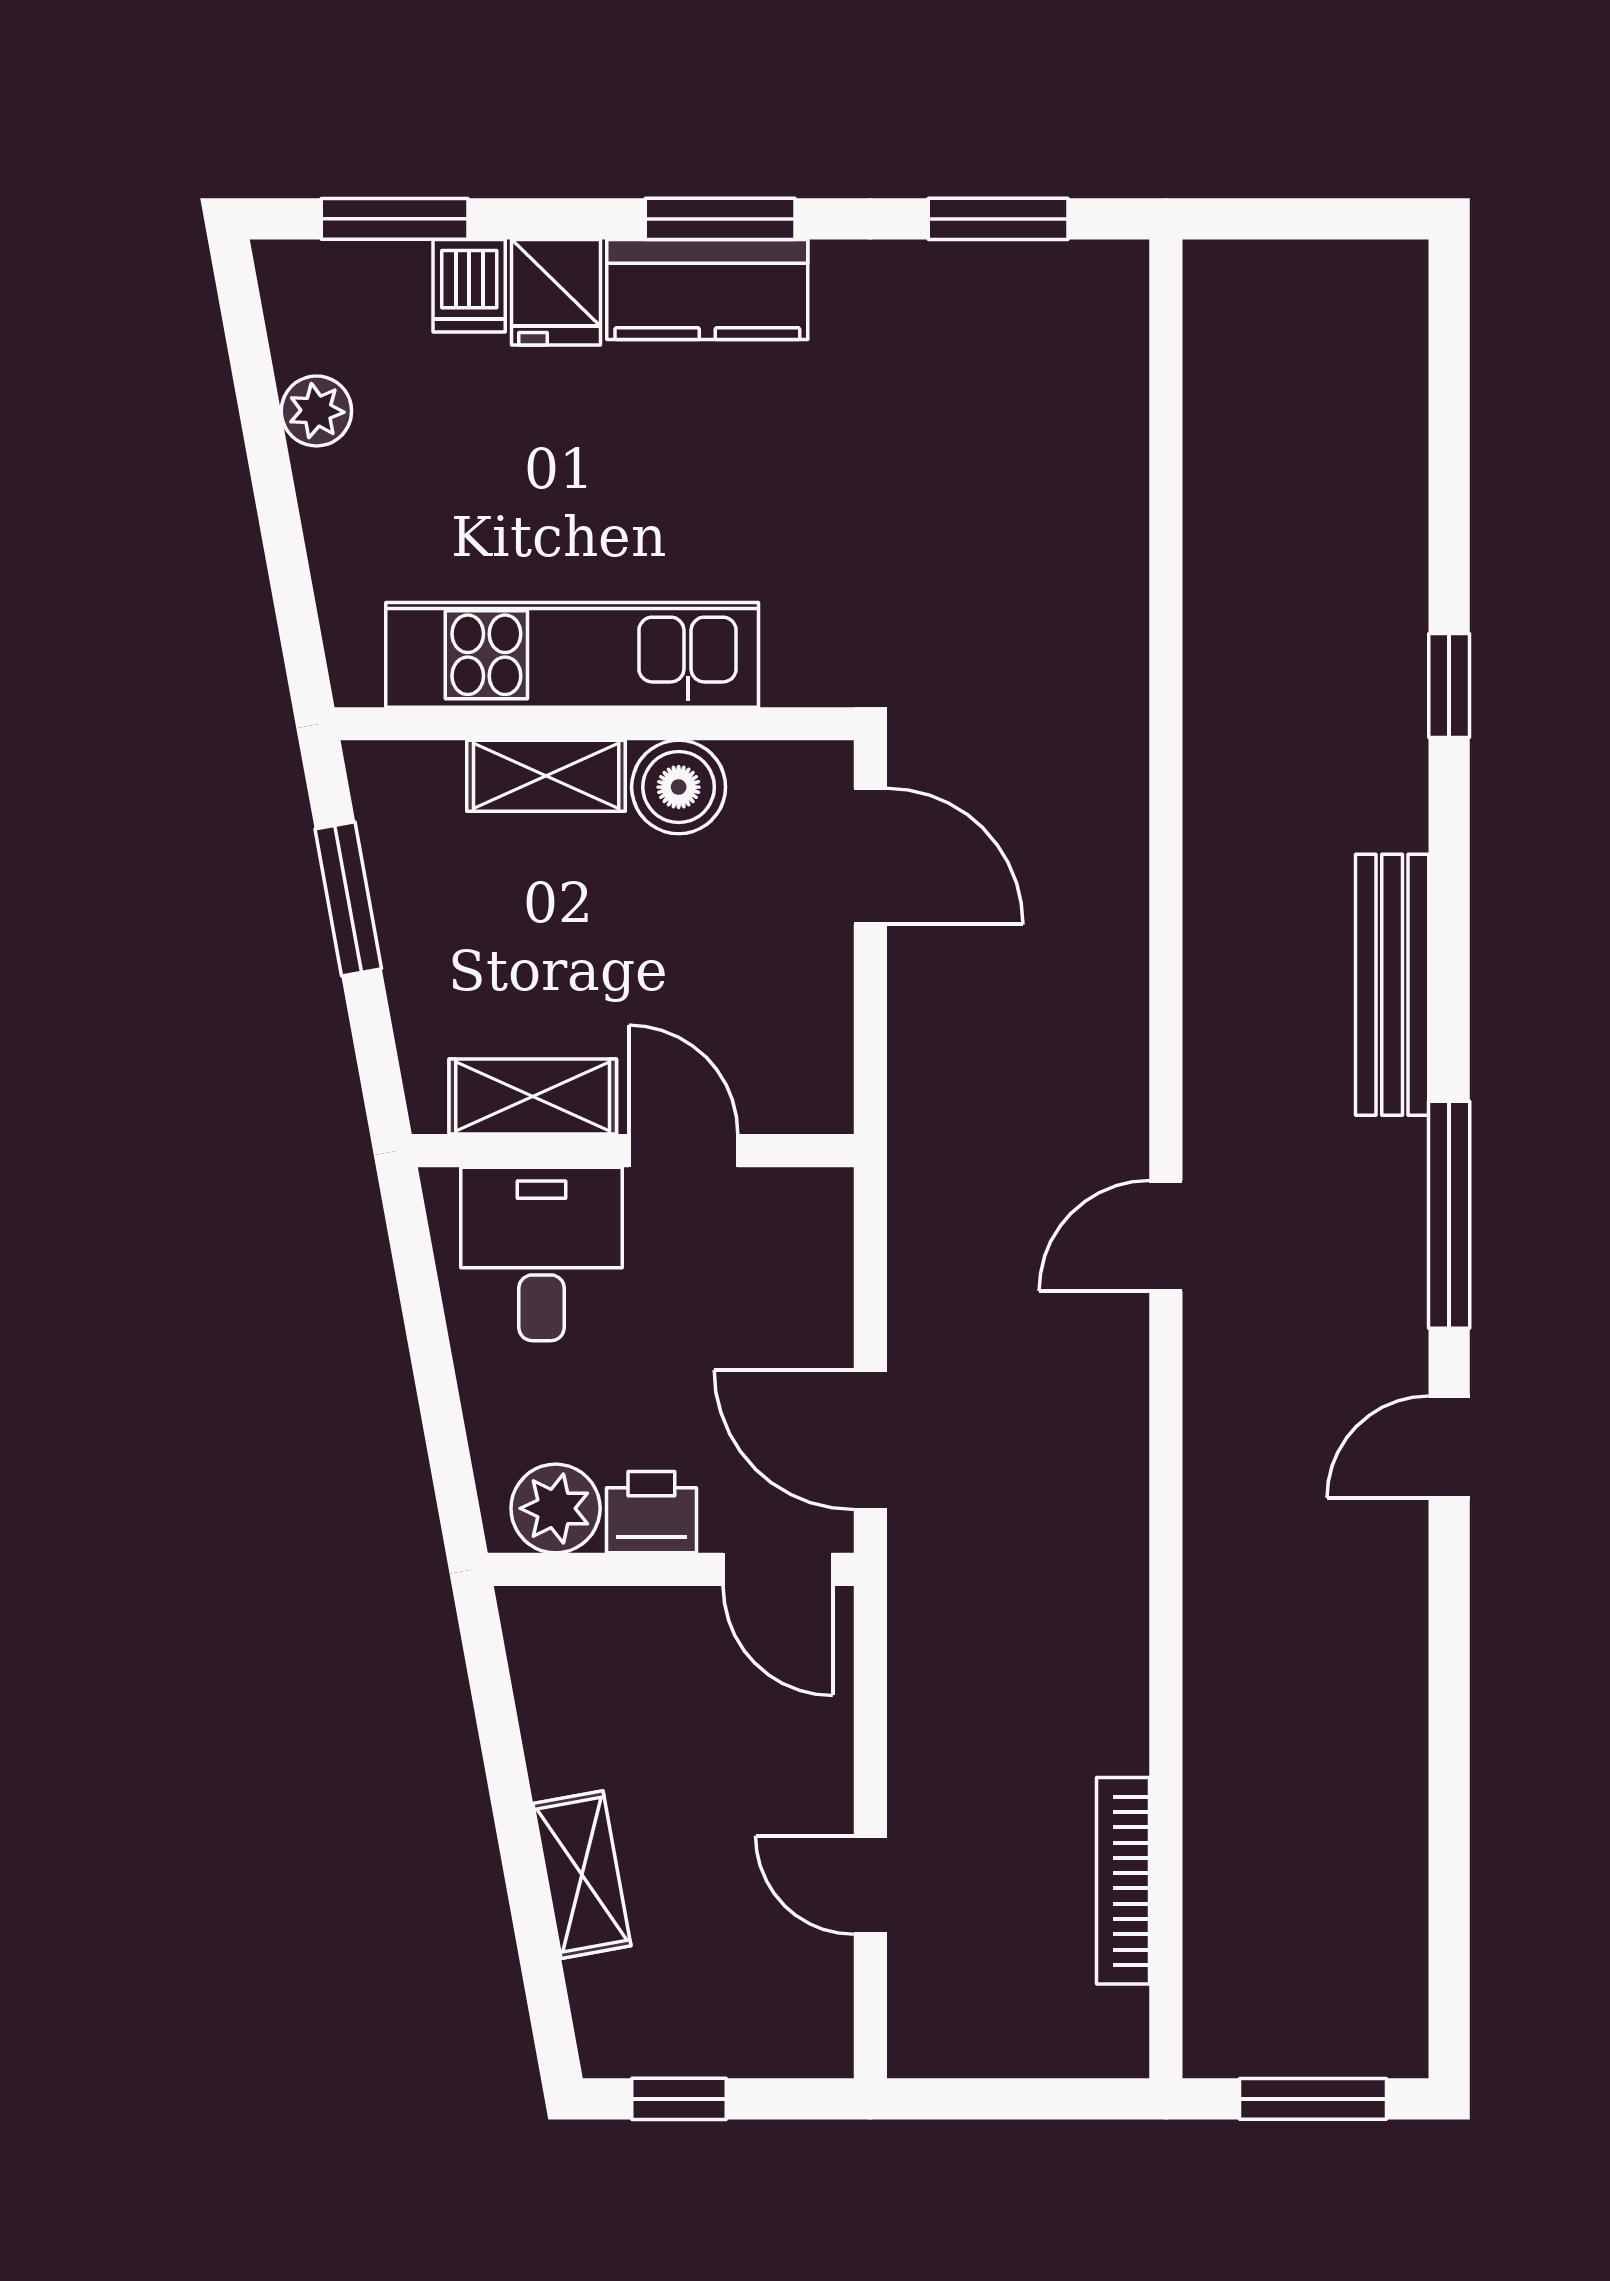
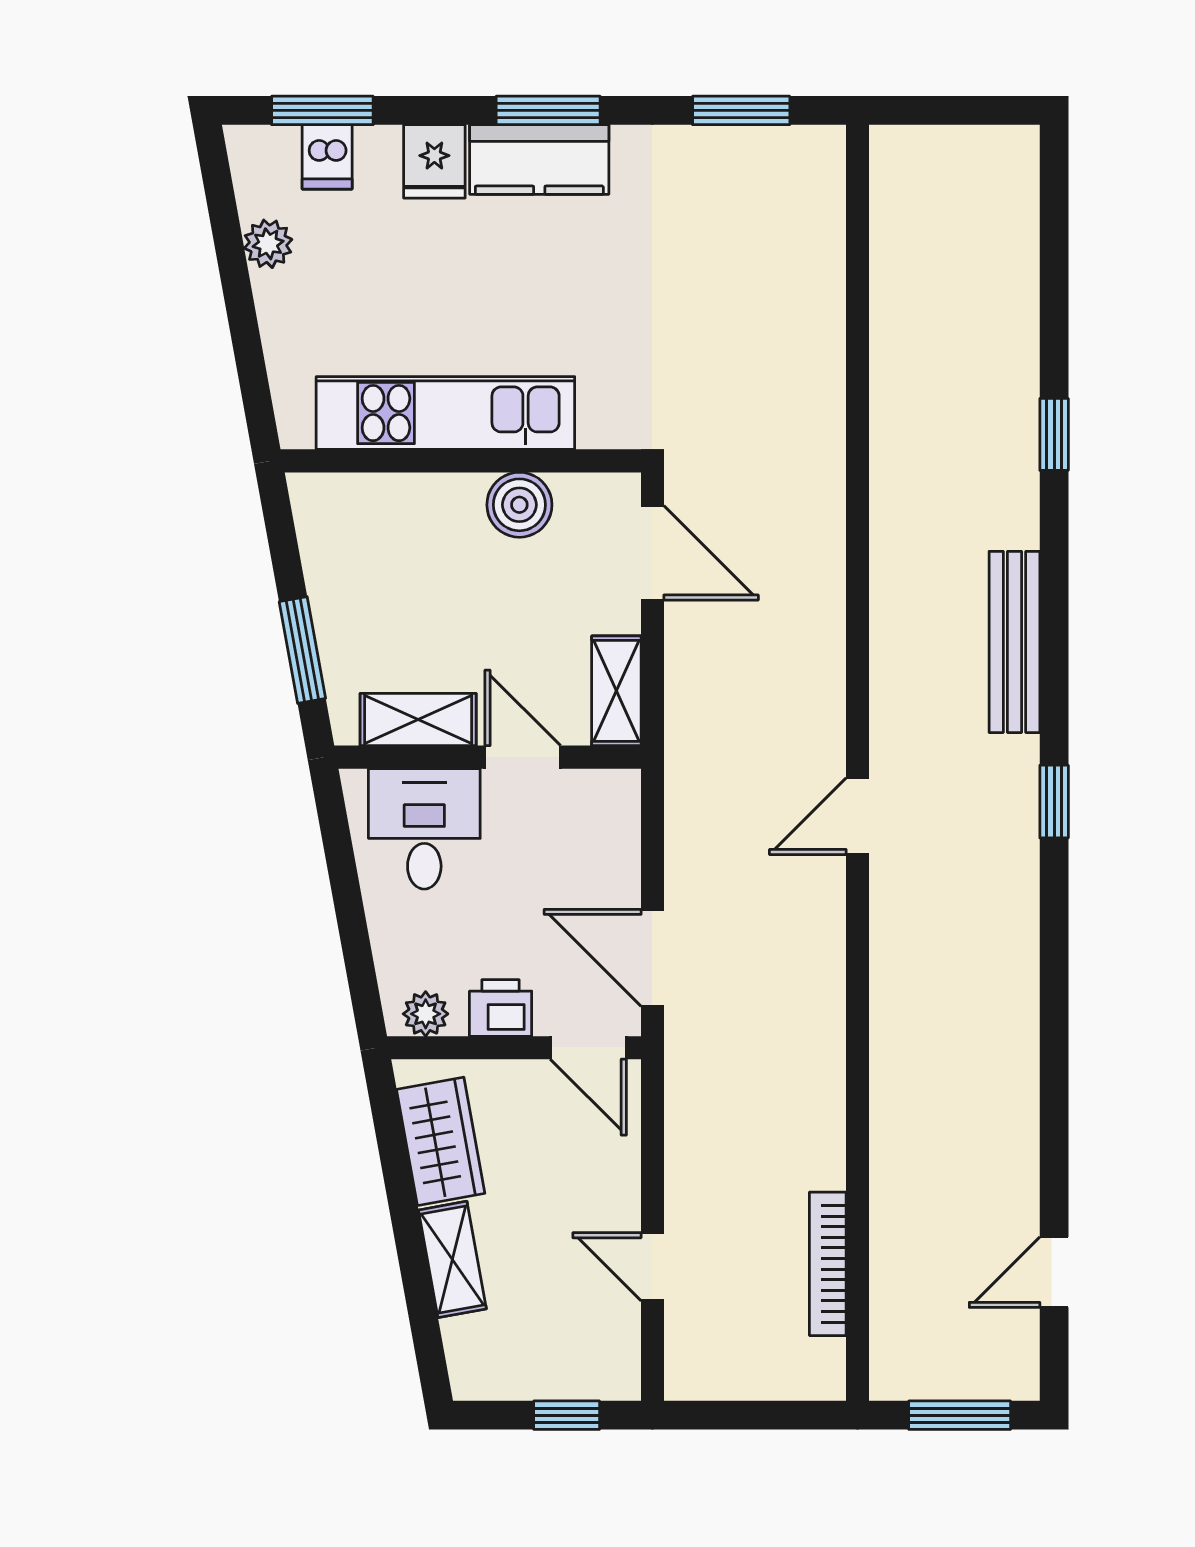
dishwasher: (469, 286) -> (327, 157), moved
shelving: (546, 776) -> (616, 691), moved, turned 90
window: (348, 899) -> (302, 650), moved
window: (1449, 1215) -> (1054, 802), width x0.46
door: (1449, 1447) -> (1054, 1272), moved
plant: (556, 1508) -> (426, 1014), width x0.73, depth x0.73
wardrobe: (565, 1704) -> (441, 1141), added
window: (679, 2099) -> (567, 1415), moved

